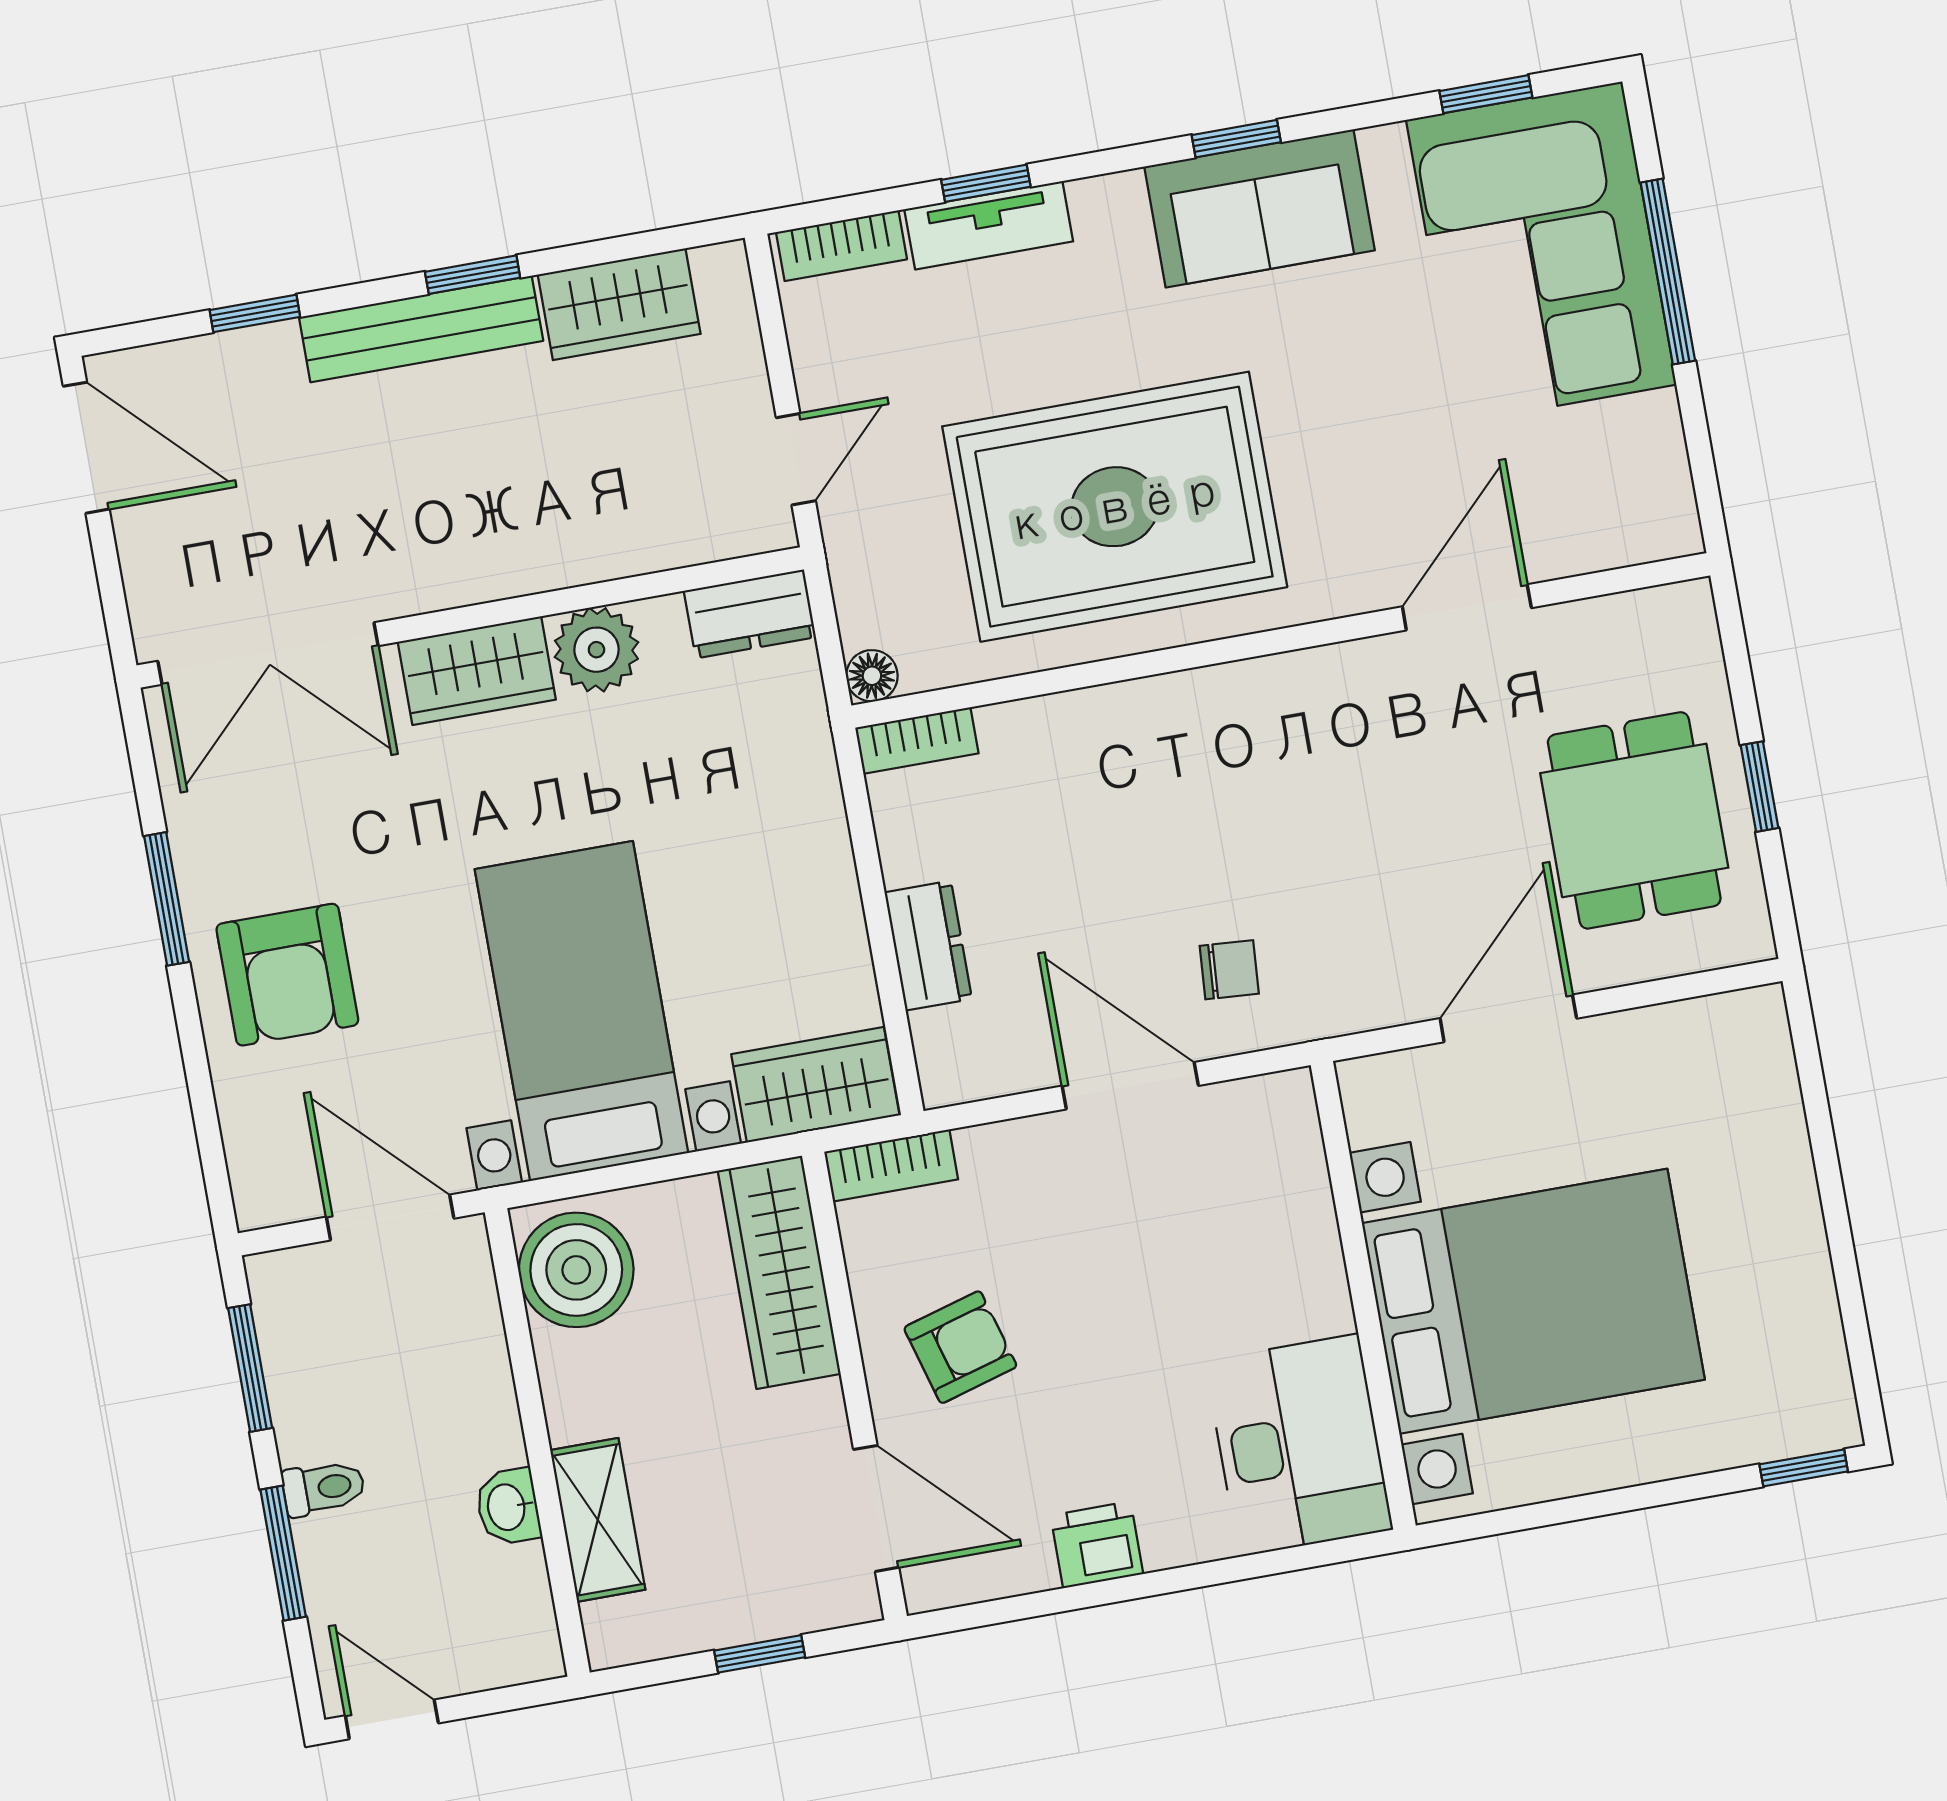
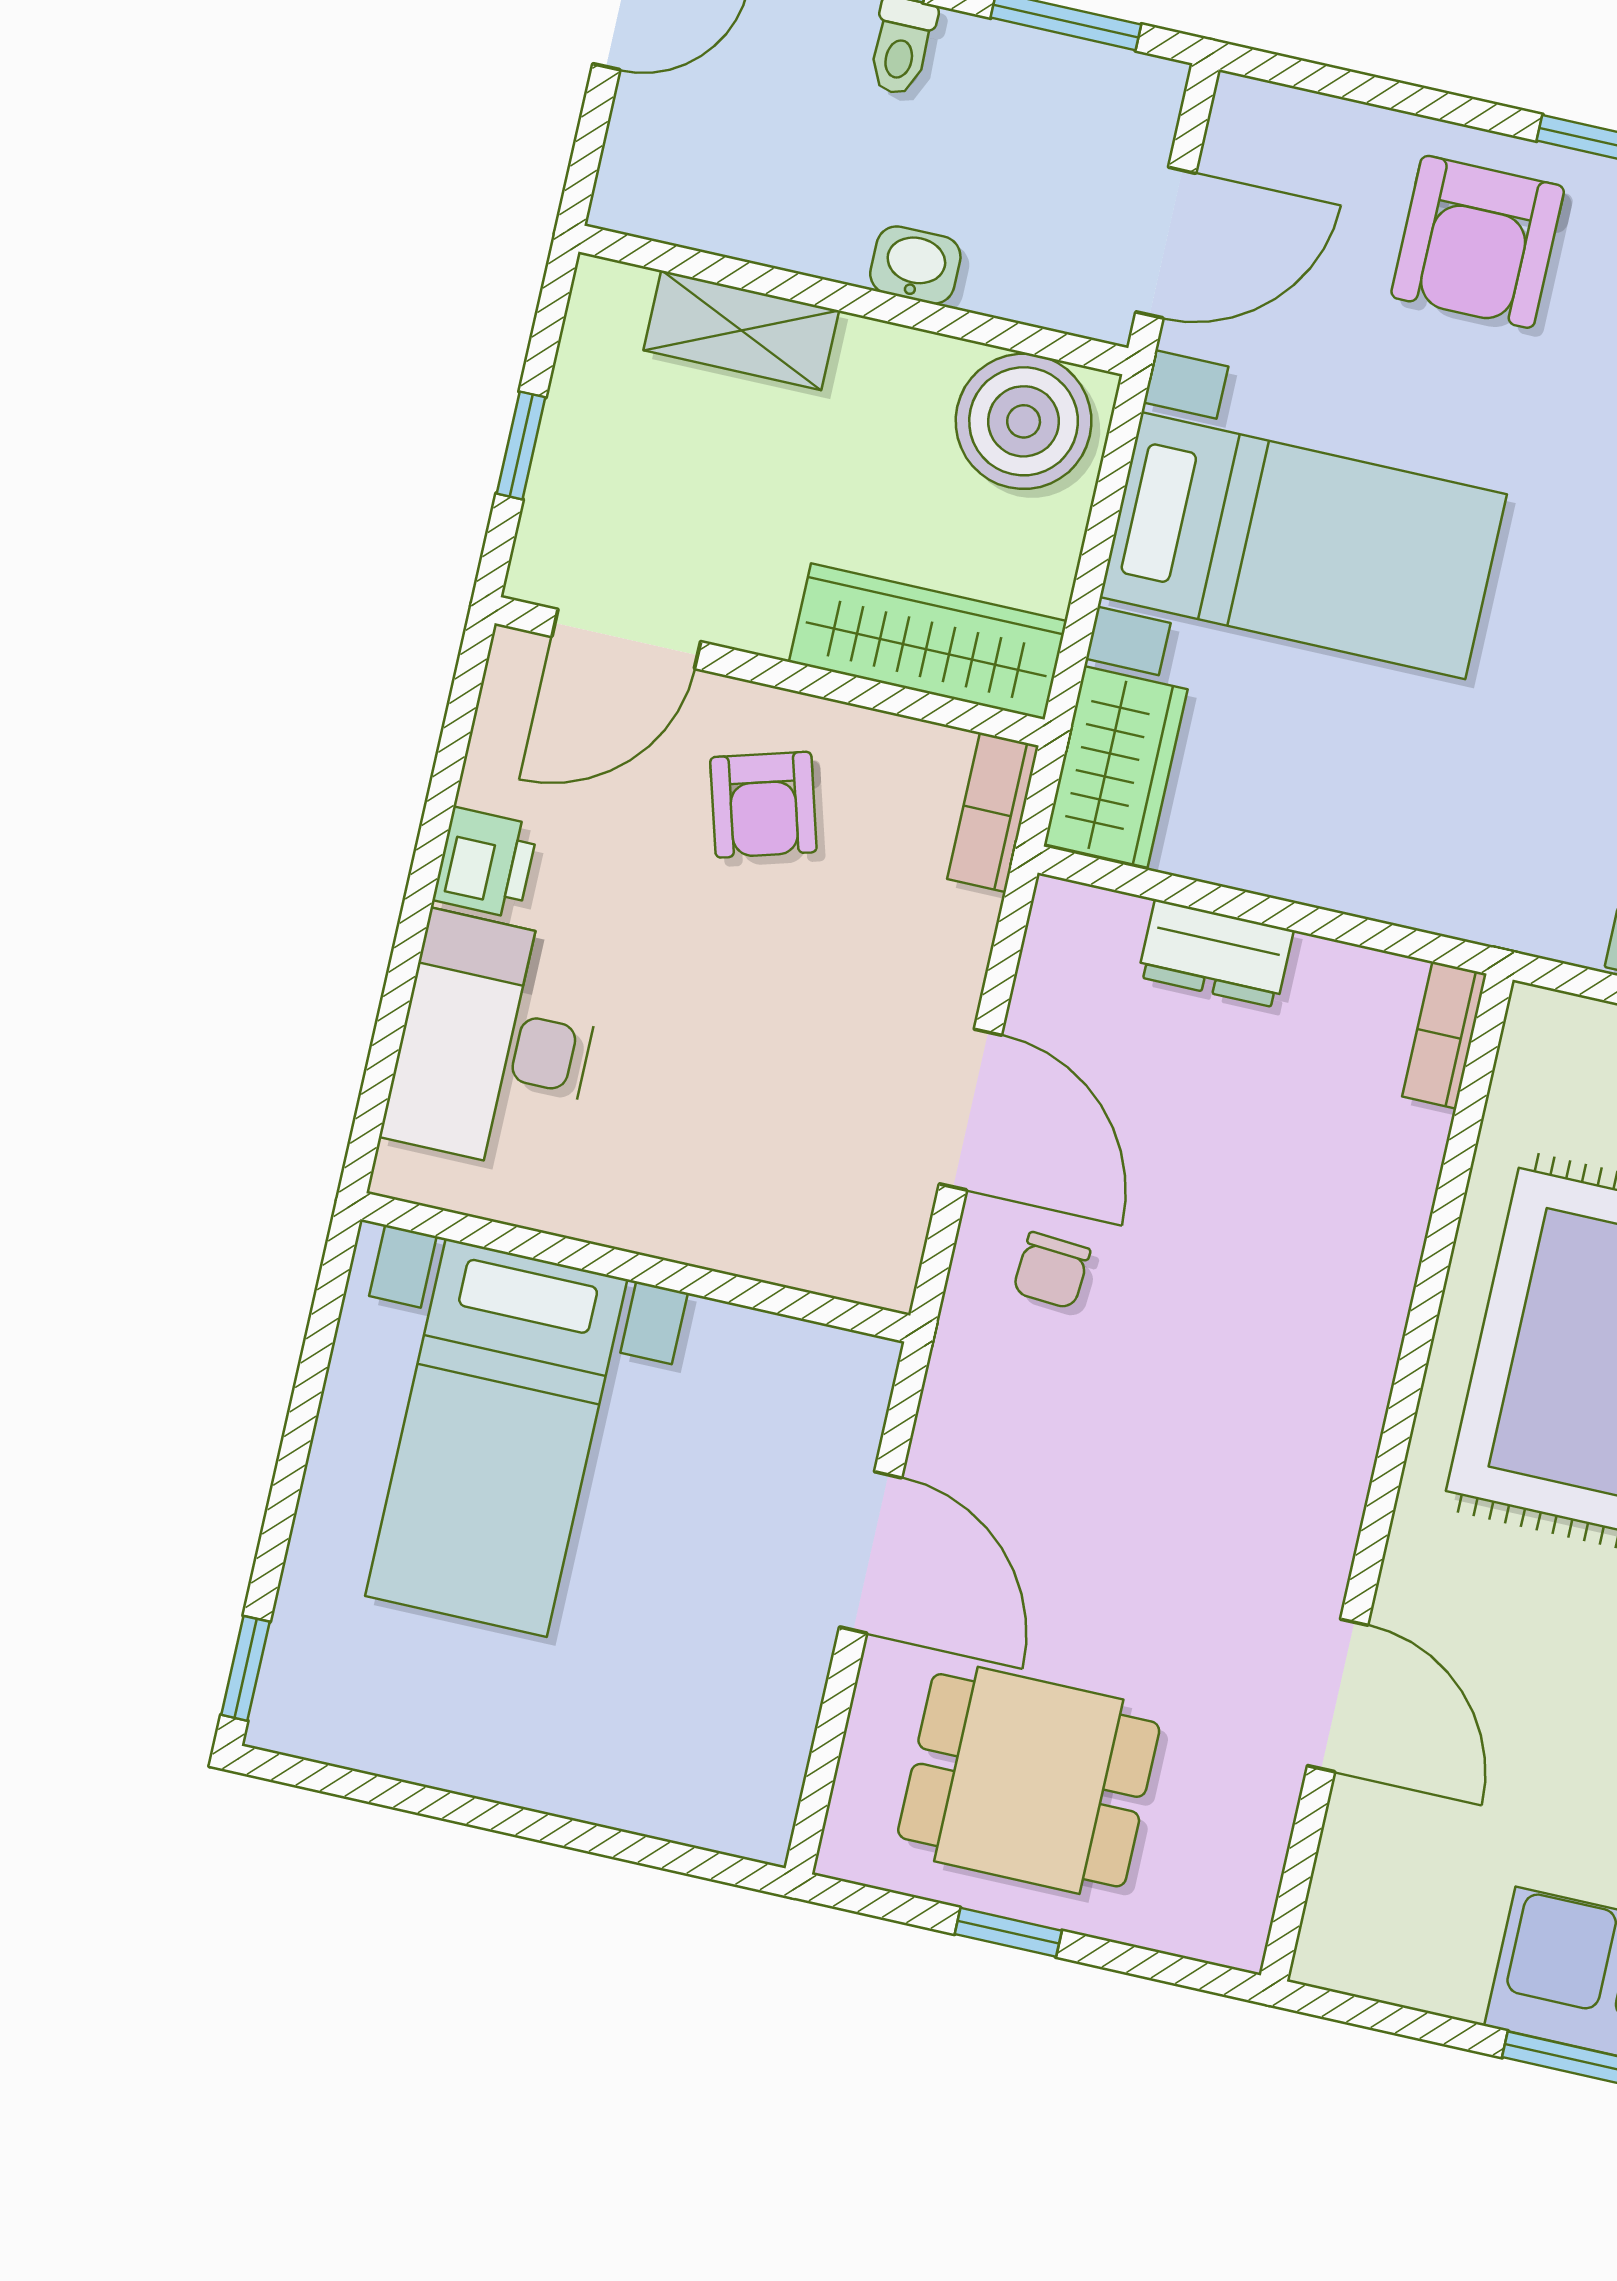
floor lamp: (872, 676) -> (1536, 1016), removed
armchair: (287, 975) -> (1478, 242), turned -90
door: (1130, 1086) -> (970, 1110), hinge flipped
bed with nightstands: (1533, 1301) -> (496, 1438), width x0.73
desk: (1299, 1445) -> (495, 1042), moved, turned 90
washbasin: (508, 1507) -> (915, 265), moved

